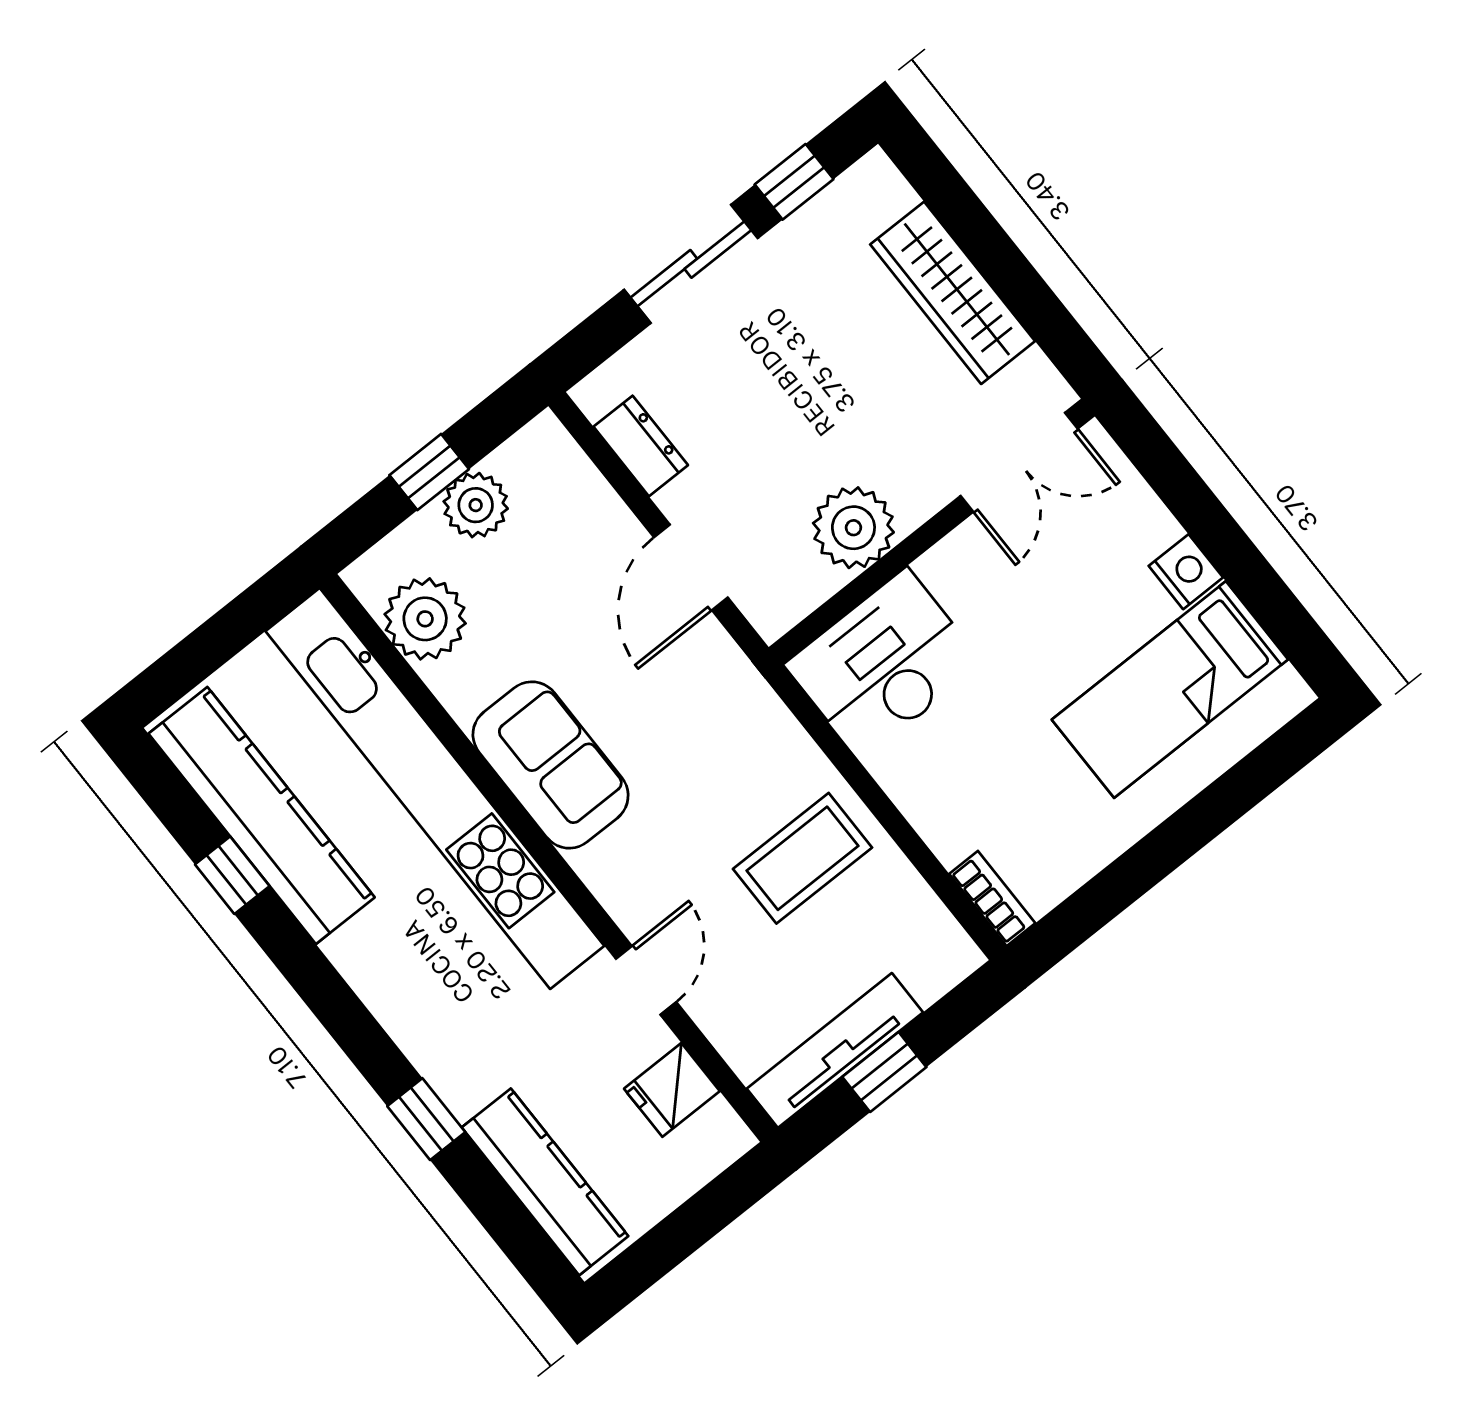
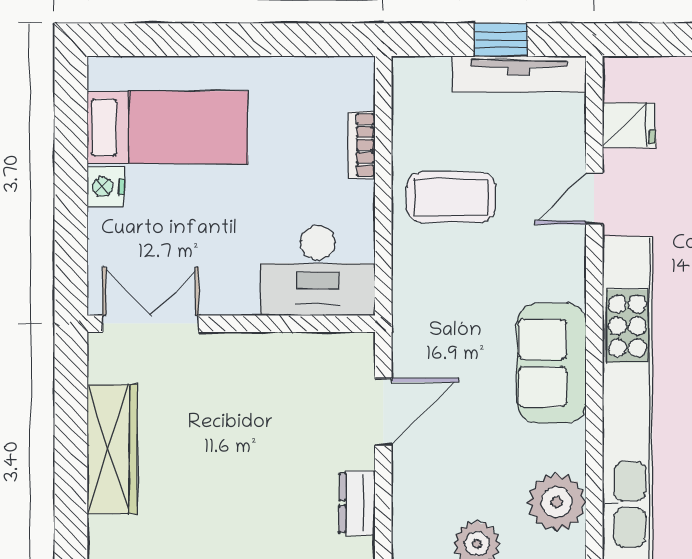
plant: (853, 528) -> (274, 361), removed
bookcase: (992, 898) -> (362, 145), moved

